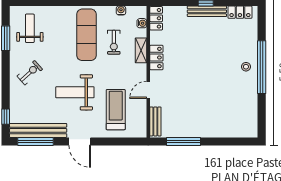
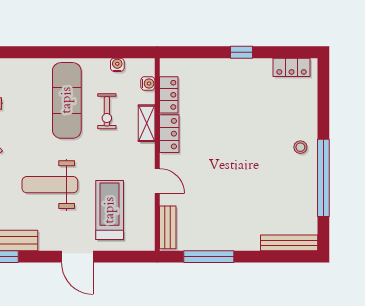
bench: (207, 11) -> (289, 243), moved
locker: (156, 18) -> (169, 95), moved
window: (262, 67) -> (323, 178), moved
door: (148, 90) -> (157, 181), swing flipped
door: (80, 141) -> (77, 257), moved

